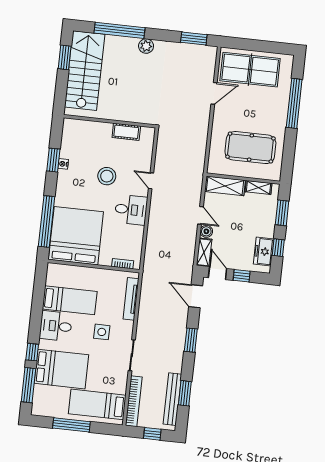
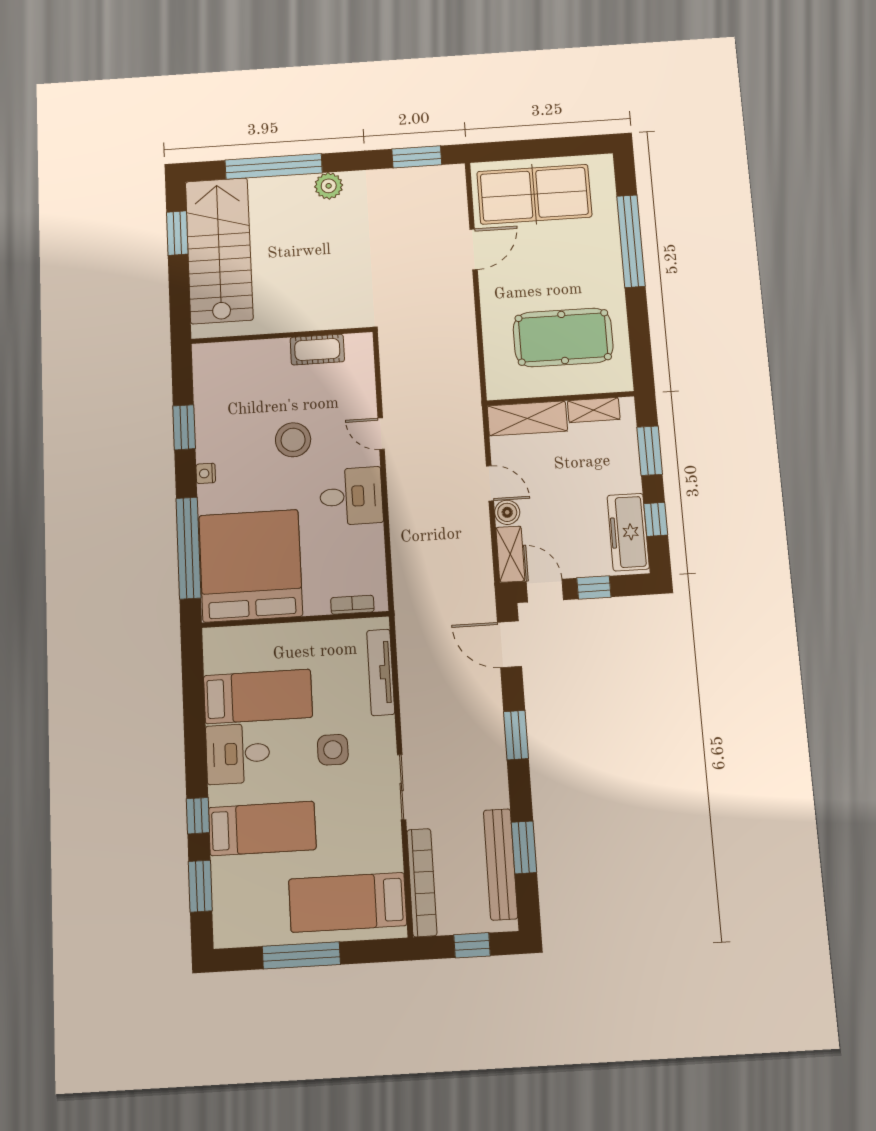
nightstand: (63, 164) -> (206, 473), moved
freezer: (264, 252) -> (628, 532), width x1.40
bed: (61, 369) -> (262, 829), width x0.67
window: (29, 385) -> (200, 886), width x0.69

